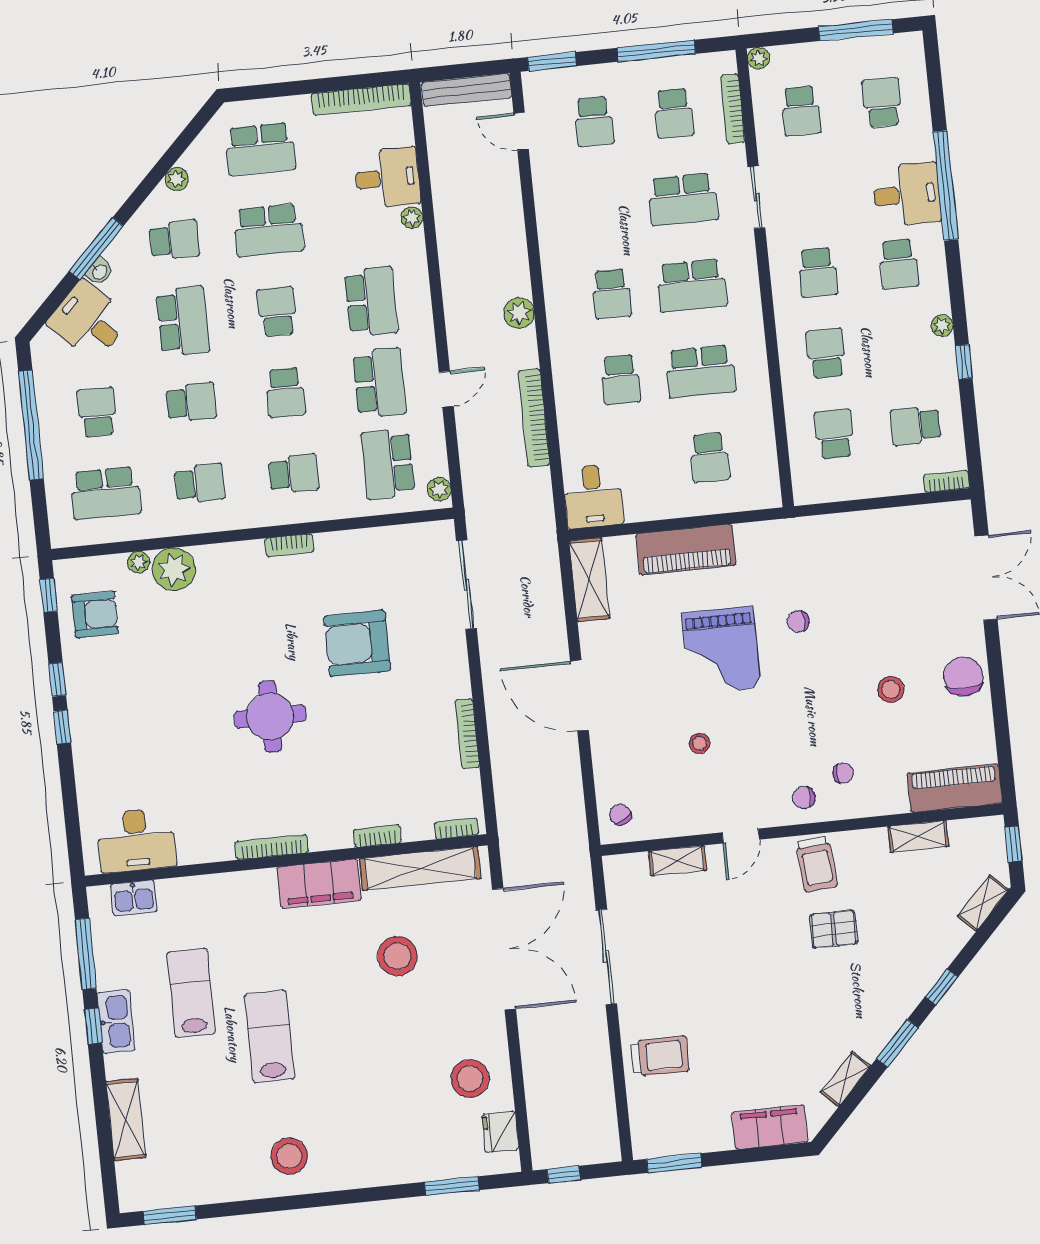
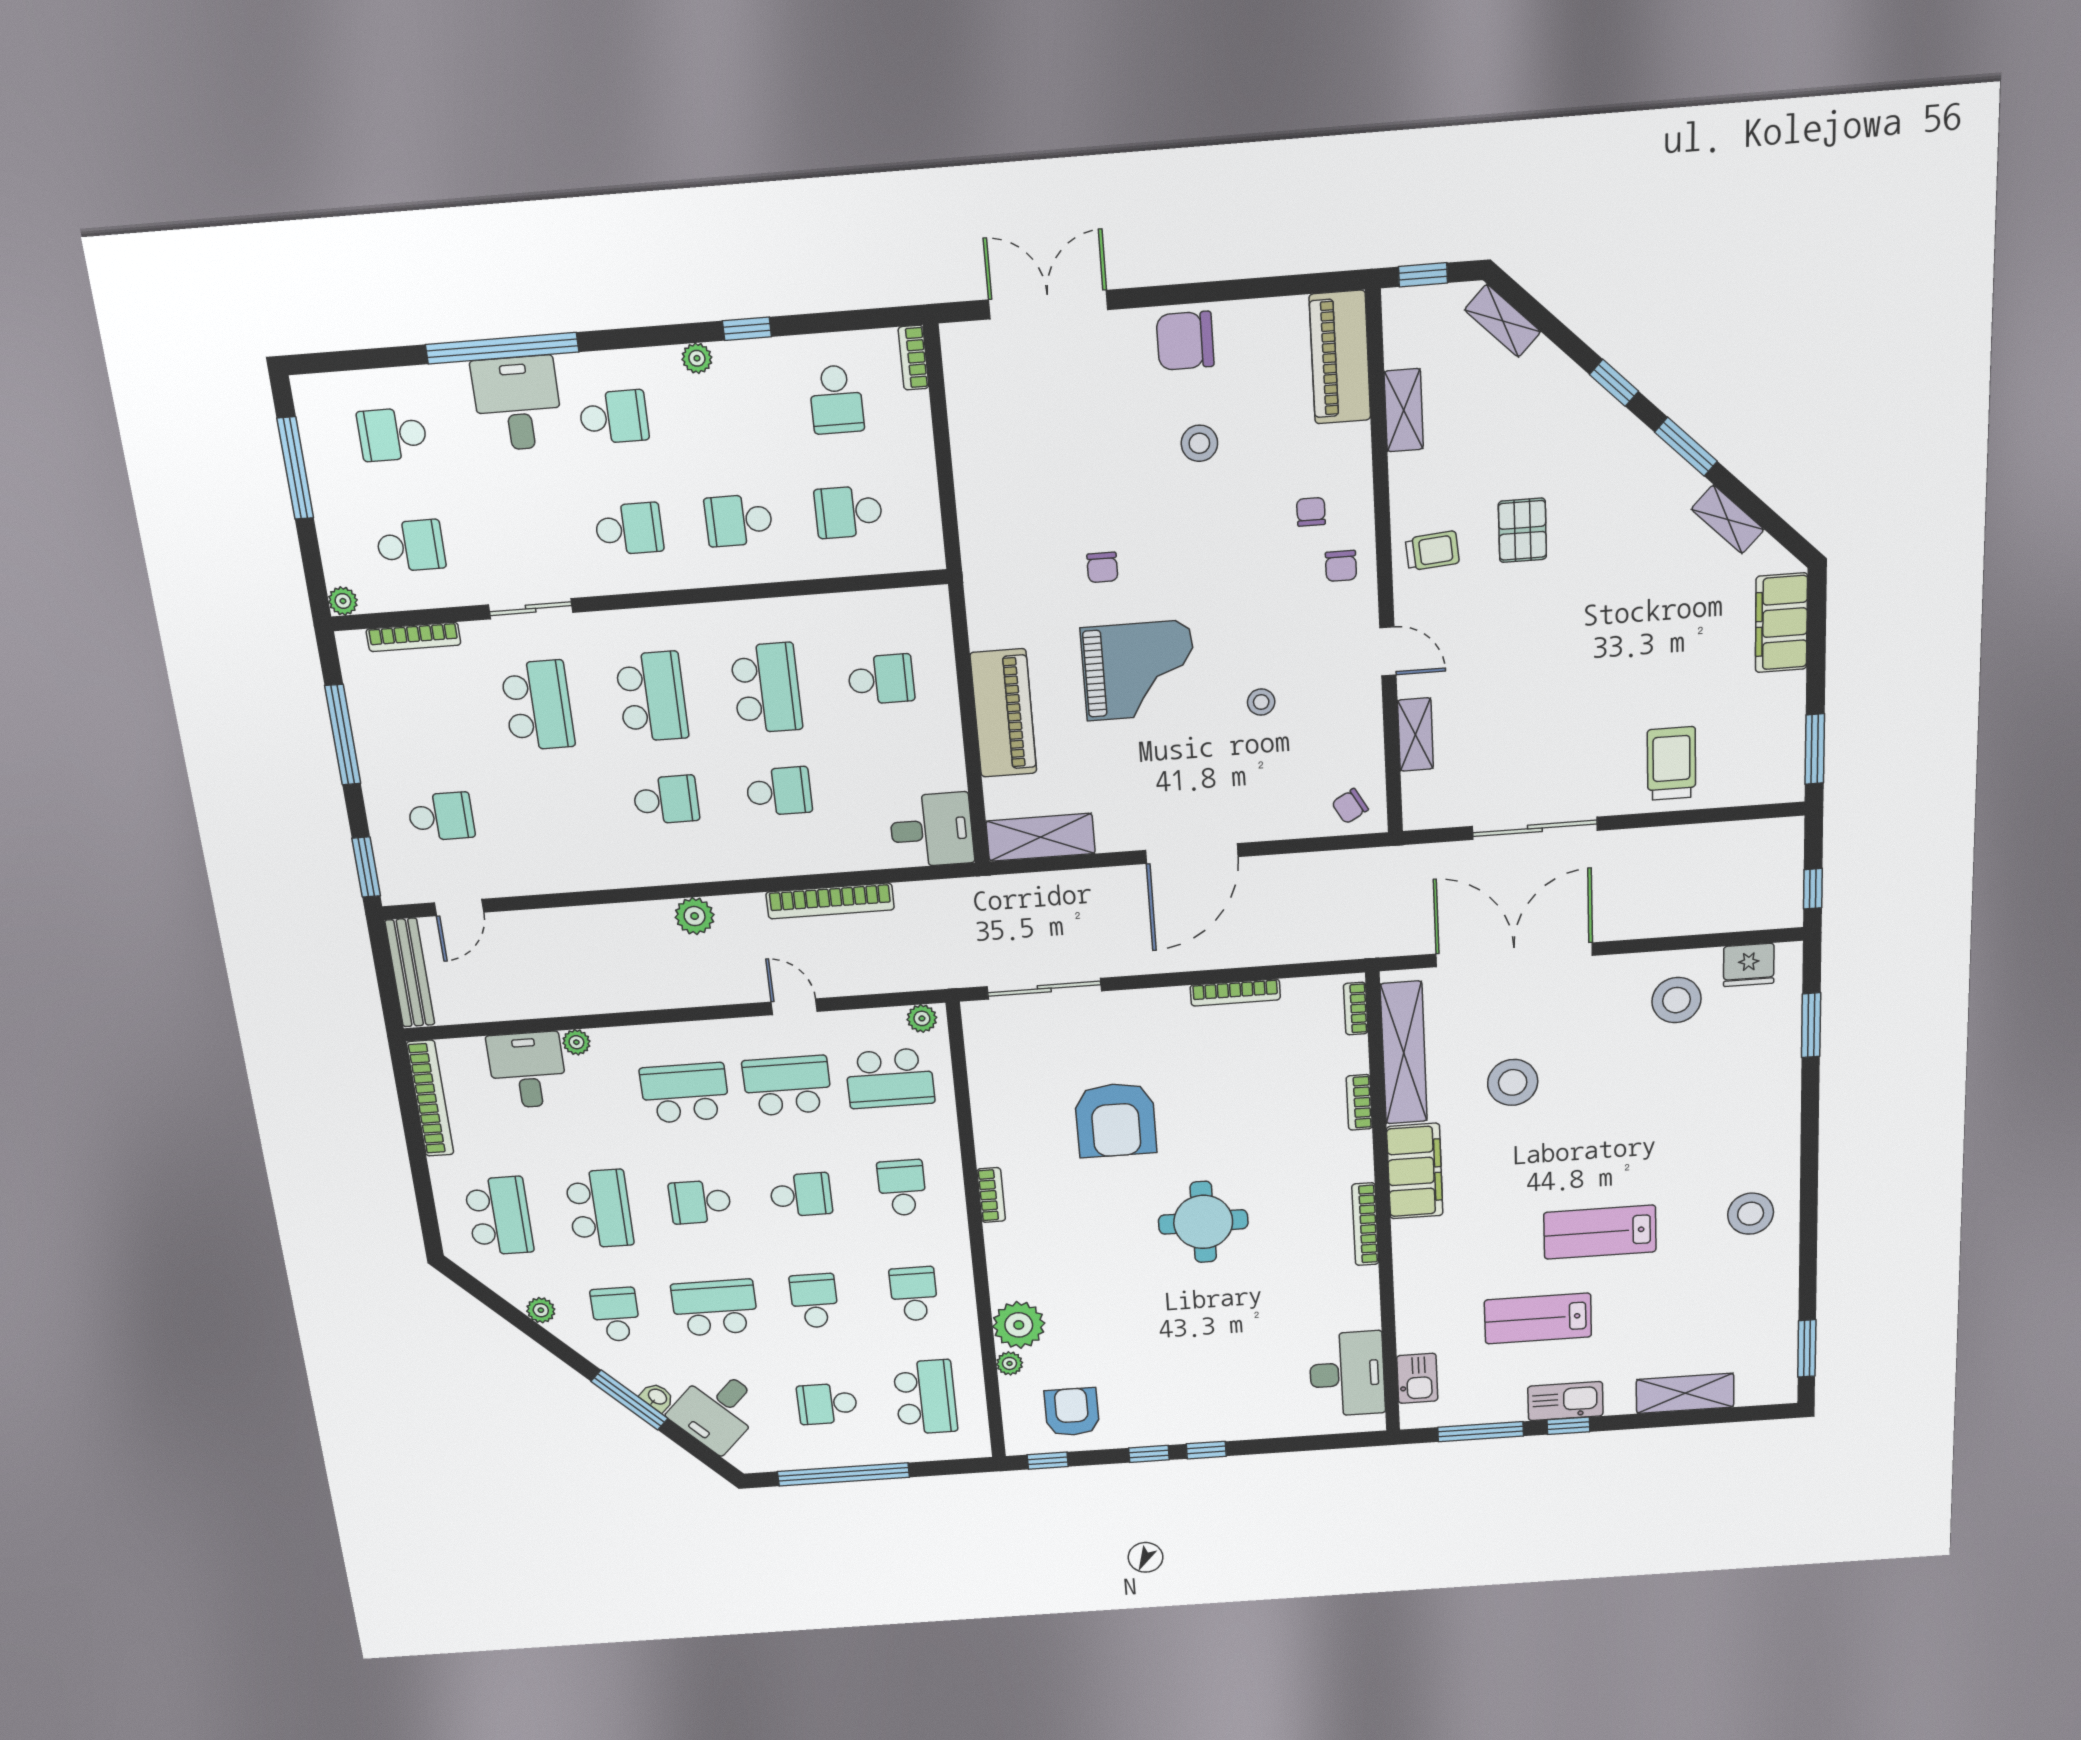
school desk: (674, 113) -> (424, 714), removed
trolley: (817, 864) -> (1432, 551), width x0.73, depth x0.72

